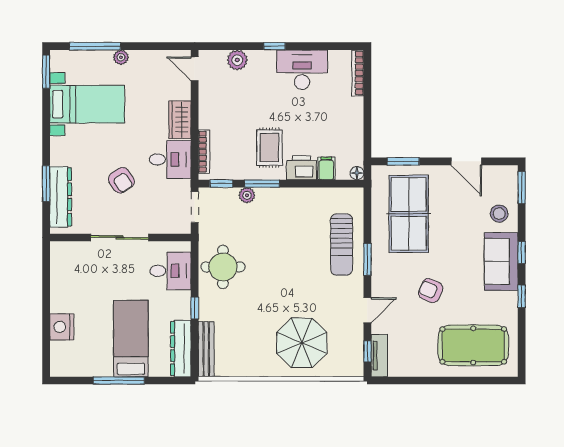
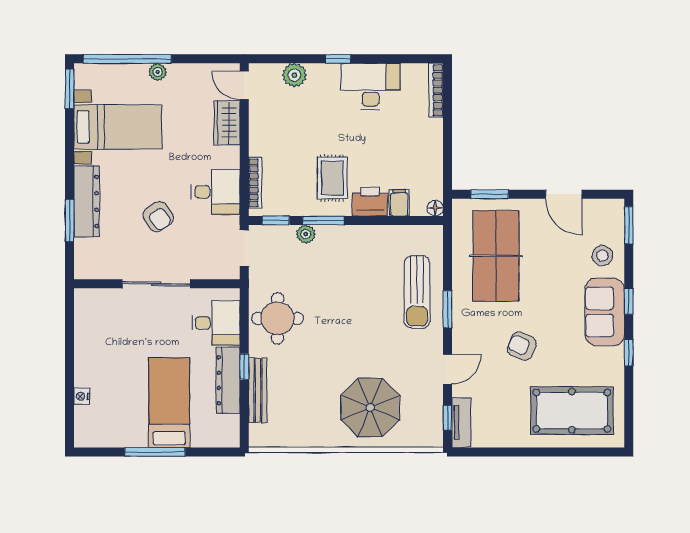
window: (95, 46) -> (127, 59), width x1.46
wardrobe: (180, 120) -> (227, 123), moved
dresser: (61, 197) -> (87, 202), moved
nightstand: (62, 327) -> (82, 396), width x0.53, depth x0.56
dresser: (181, 349) -> (228, 380), moved
bench: (206, 349) -> (258, 390), moved

